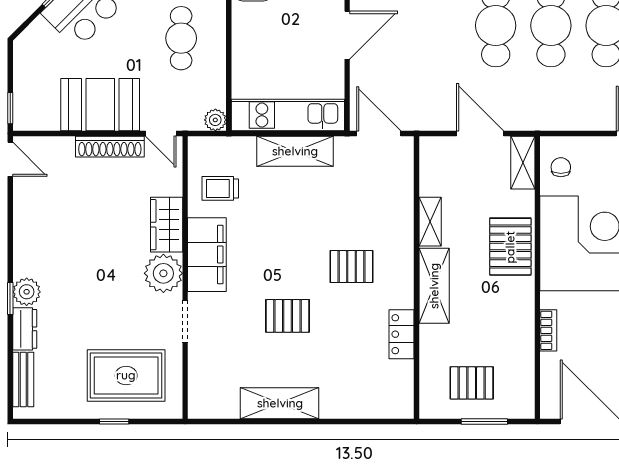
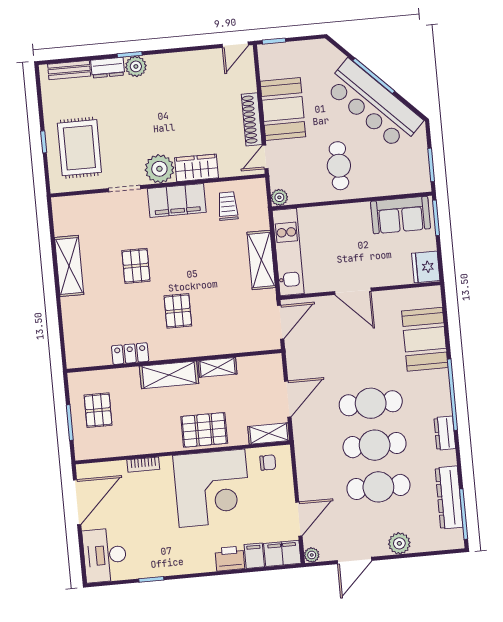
cafe table: (181, 38) -> (339, 166), turned 90

